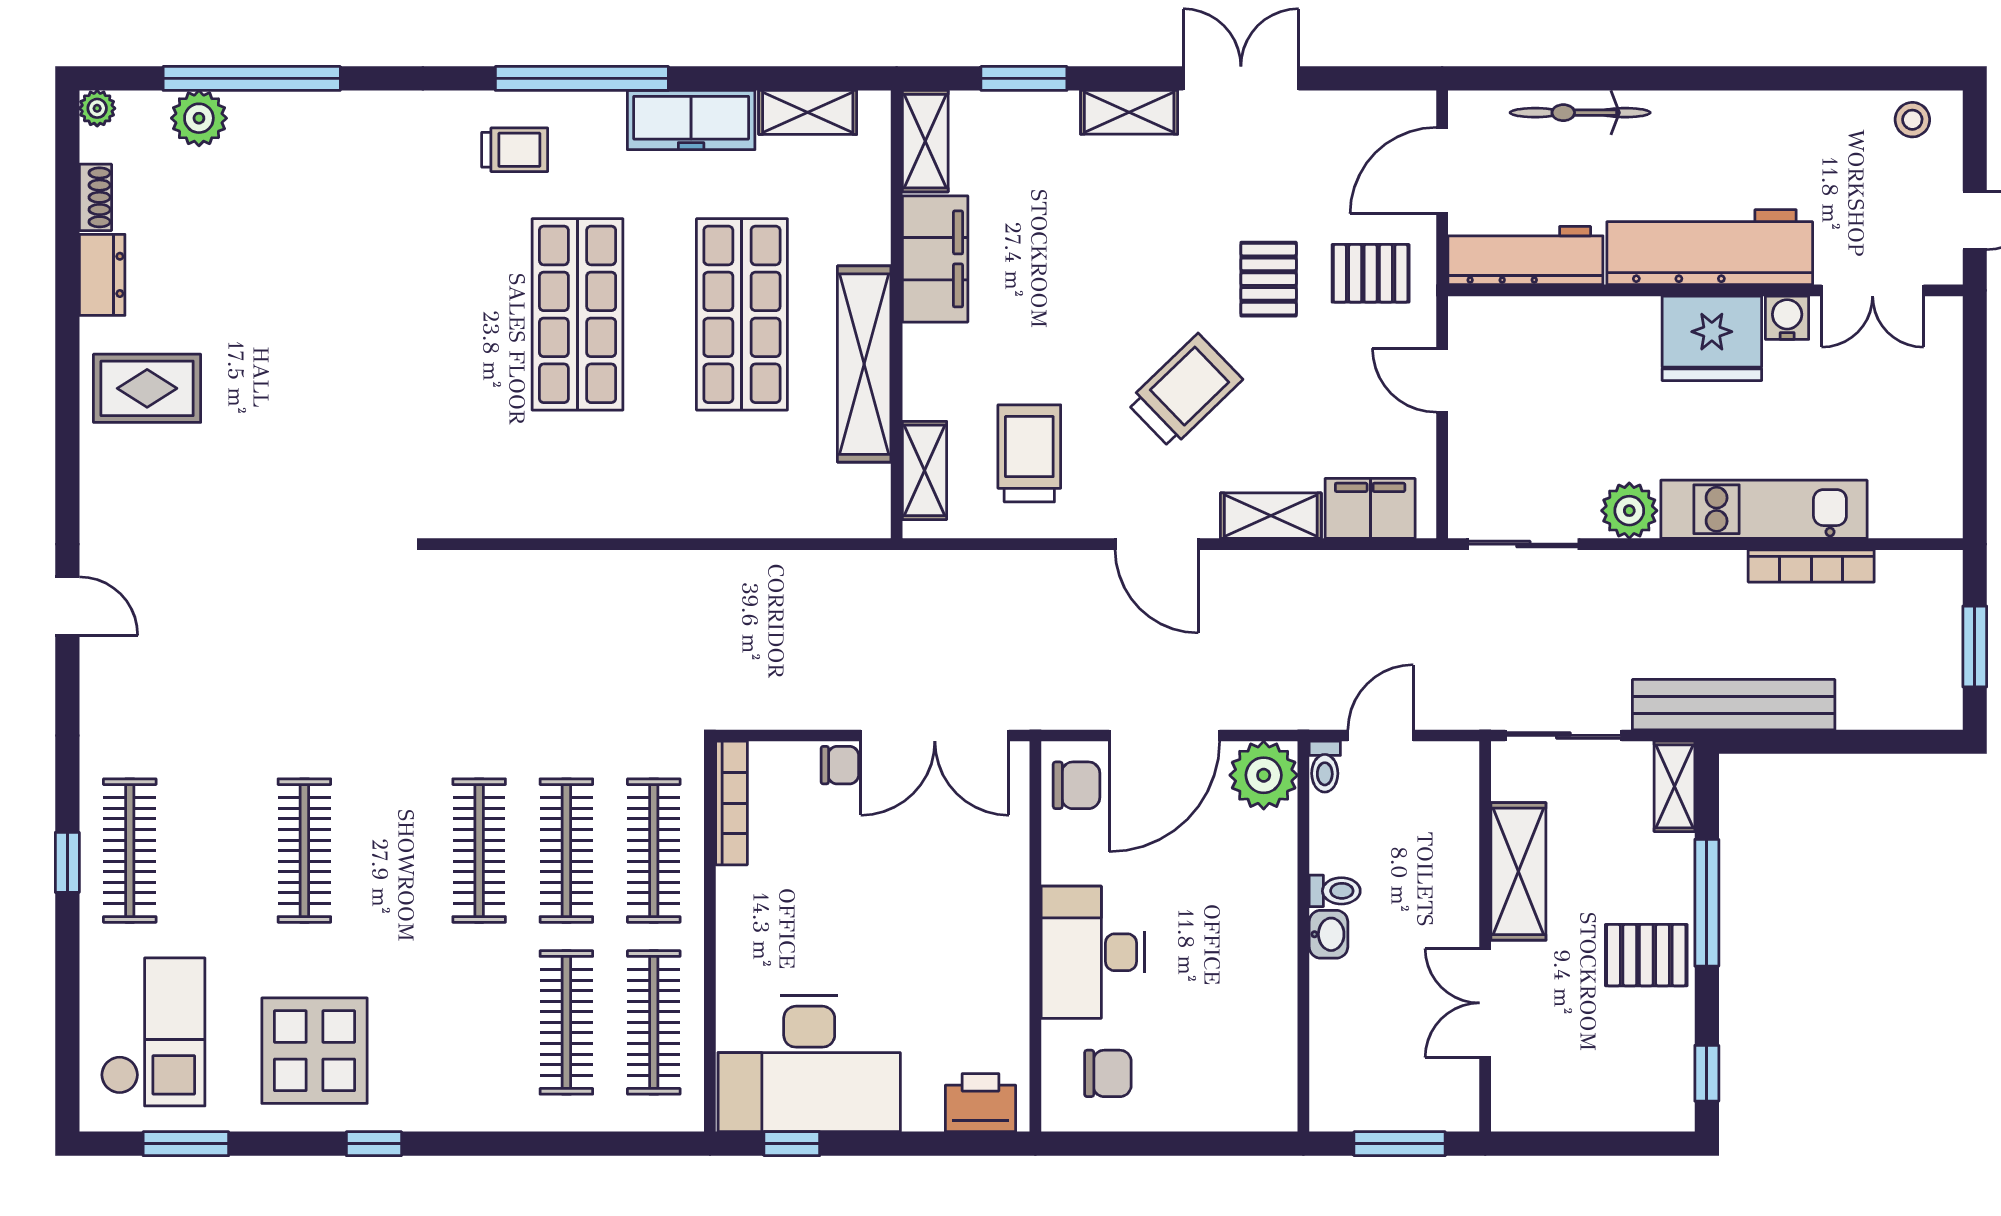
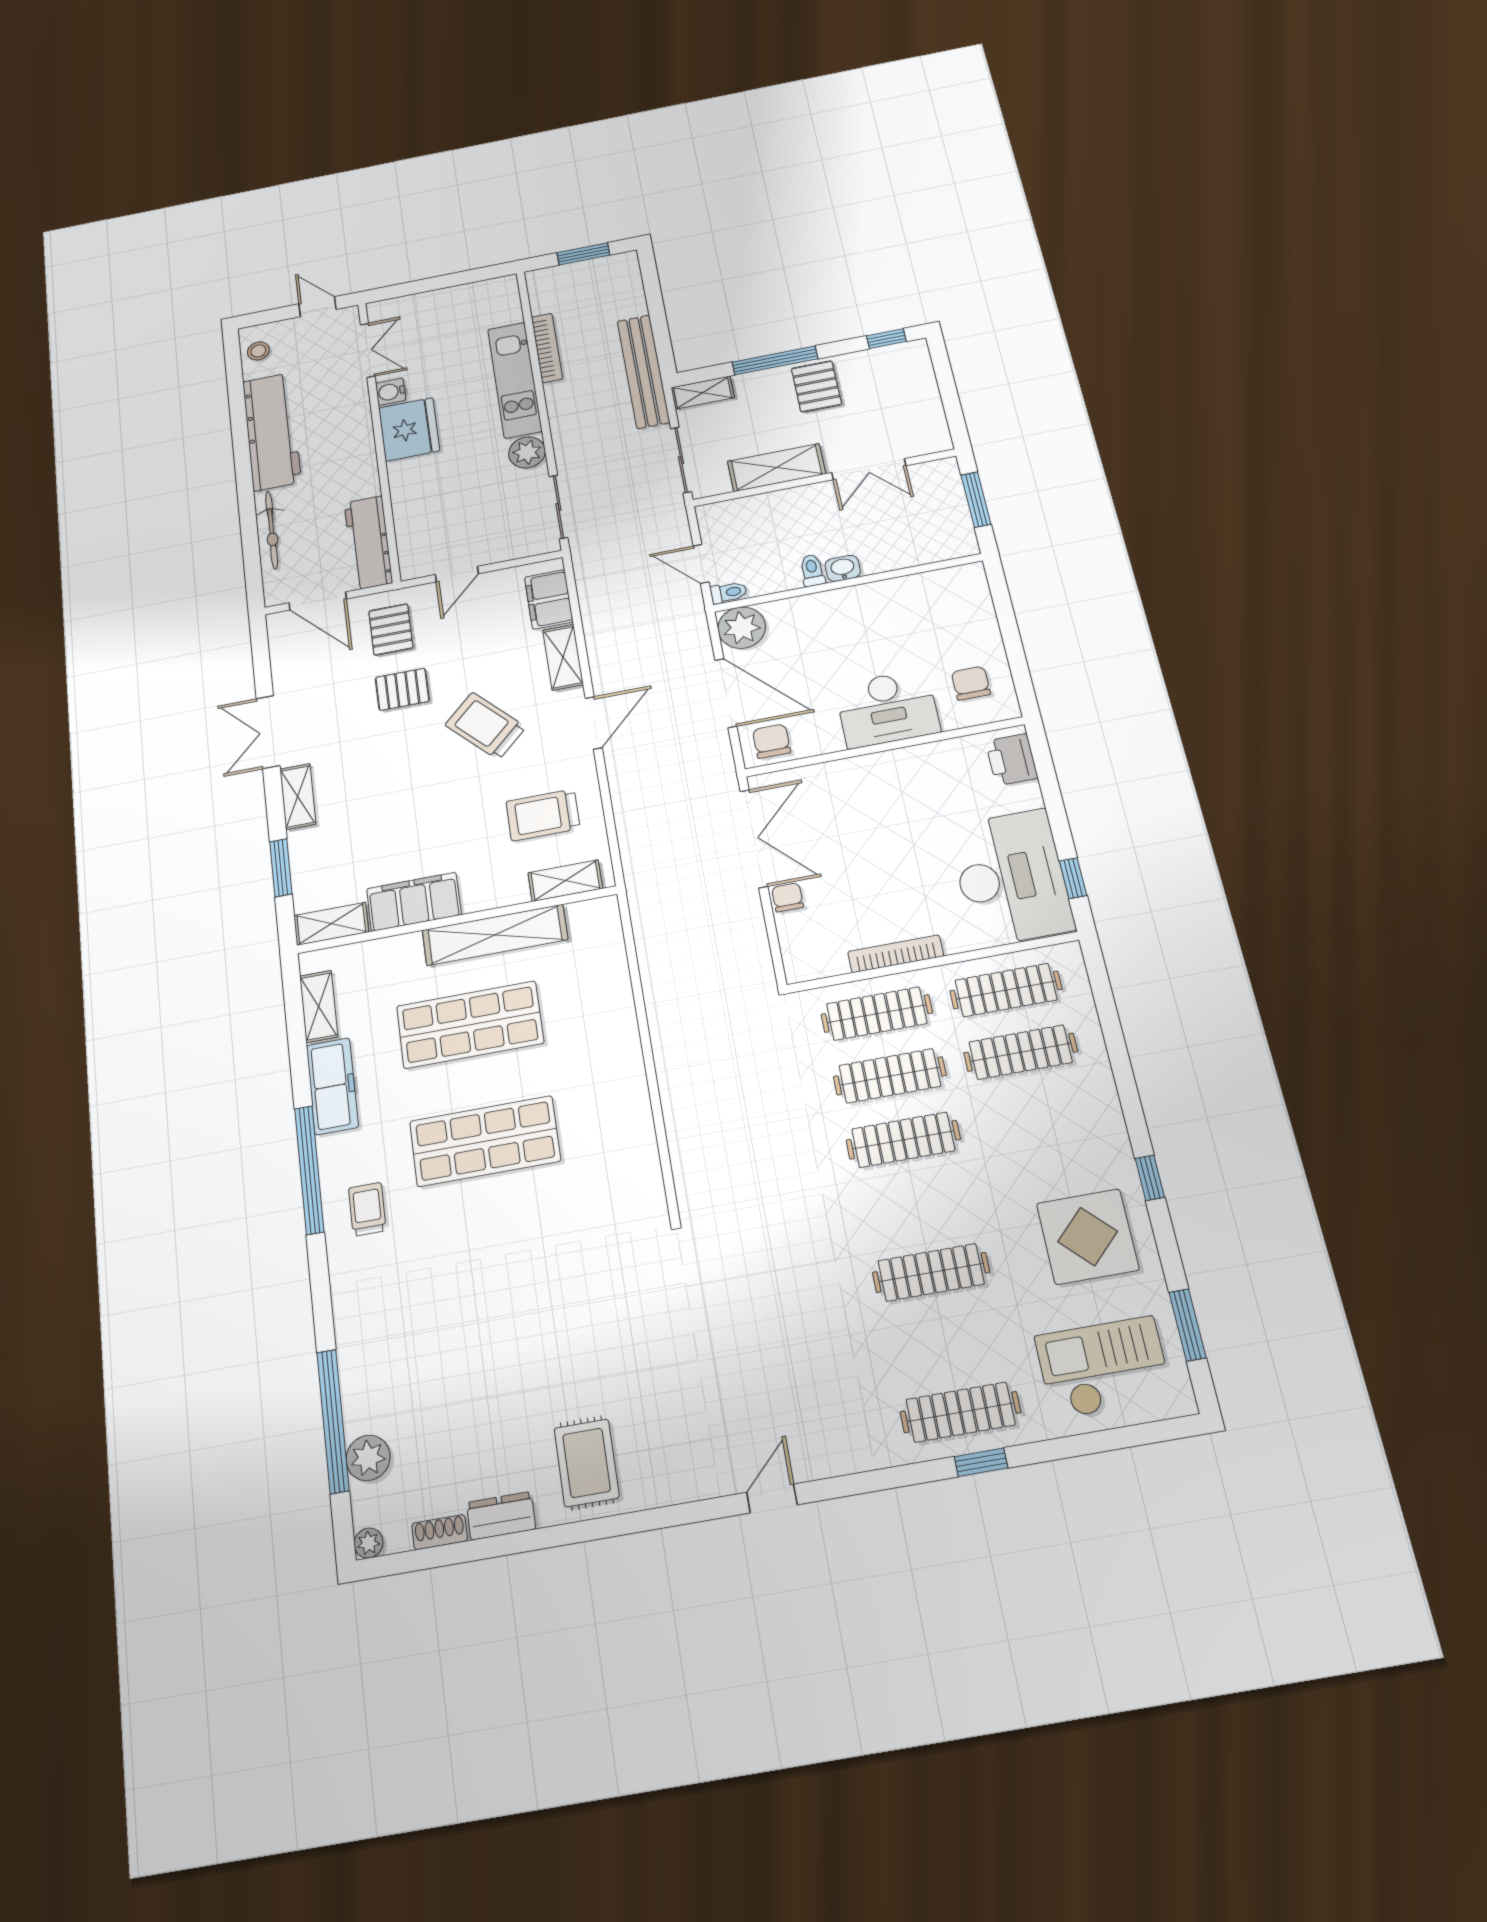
workbench: (1710, 247) -> (272, 431), moved, turned 180
bookcase: (732, 803) -> (896, 954), moved

